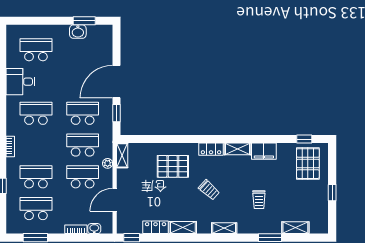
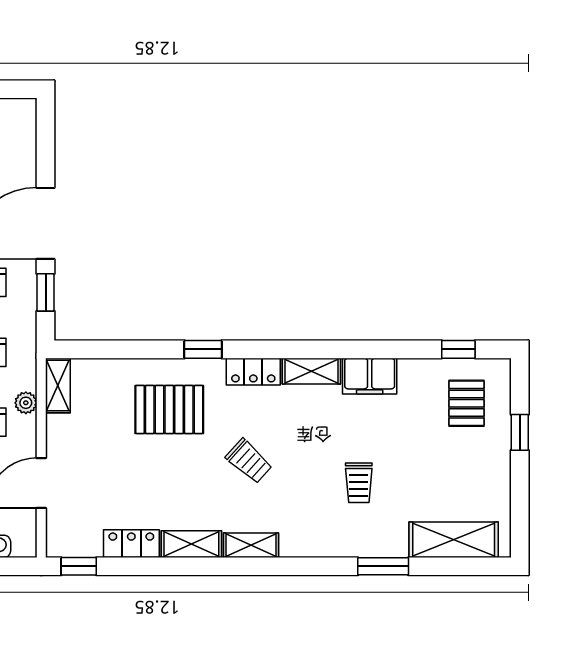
window: (188, 139) -> (203, 349), added
pallet: (308, 164) -> (466, 403), width x0.67, depth x0.71
window: (332, 193) -> (520, 432), moved
shelving: (224, 228) -> (251, 545), moved
shelving: (295, 228) -> (454, 540), width x1.50, depth x1.33

